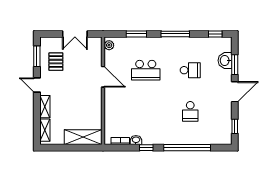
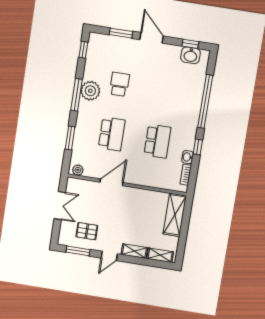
plant: (181, 45) -> (90, 91), added
washbasin: (225, 60) -> (191, 55), moved
school desk: (190, 111) -> (157, 141), moved, width x1.85

